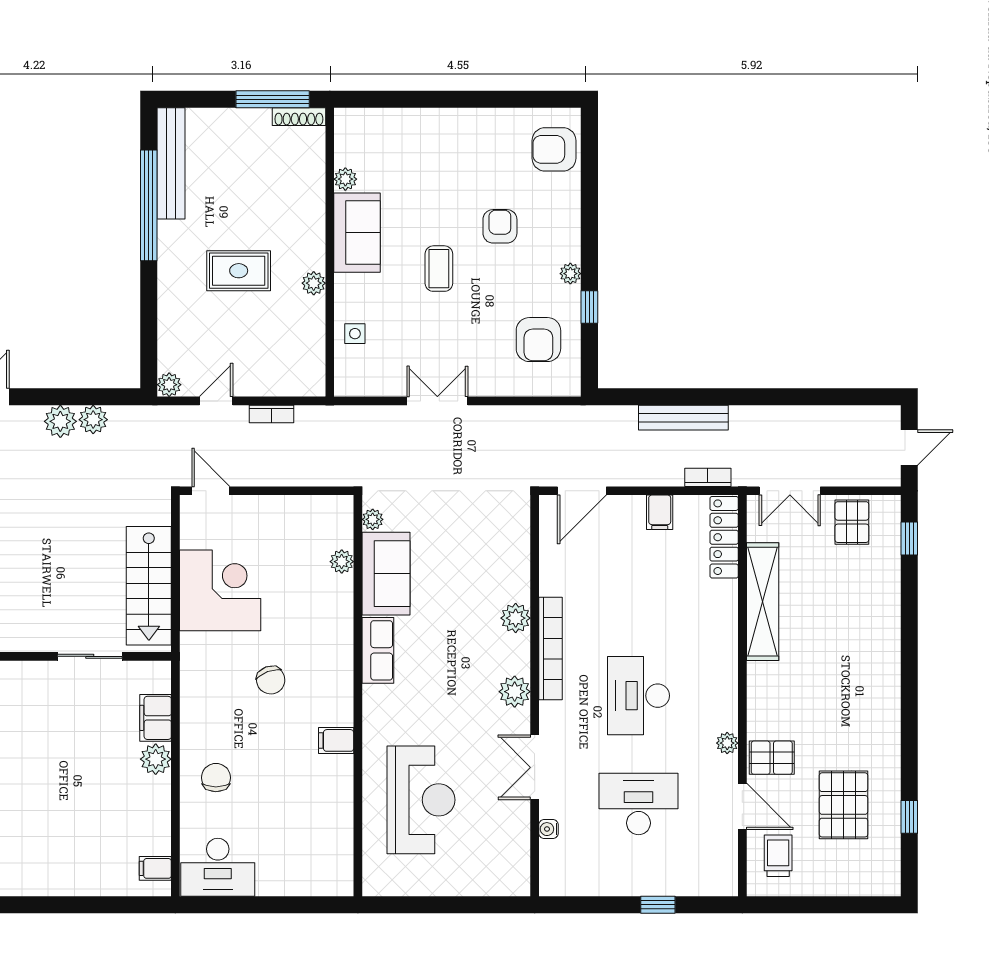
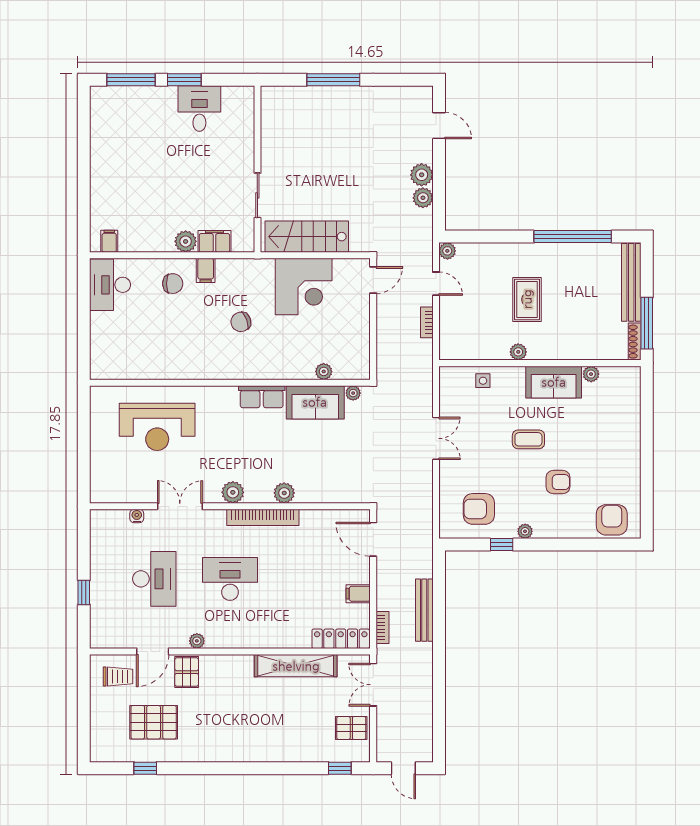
bench: (171, 163) -> (631, 282), moved, turned 90
filing cabinet: (336, 740) -> (206, 270), moved, turned 180

